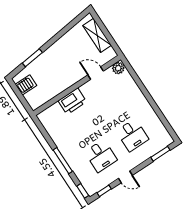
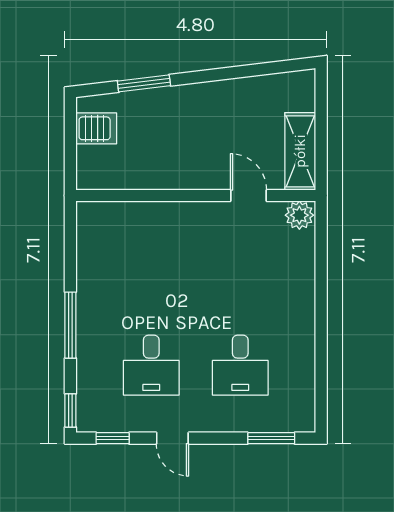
shelving: (97, 35) -> (300, 151), moved
printer: (72, 101) -> (166, 221), removed

